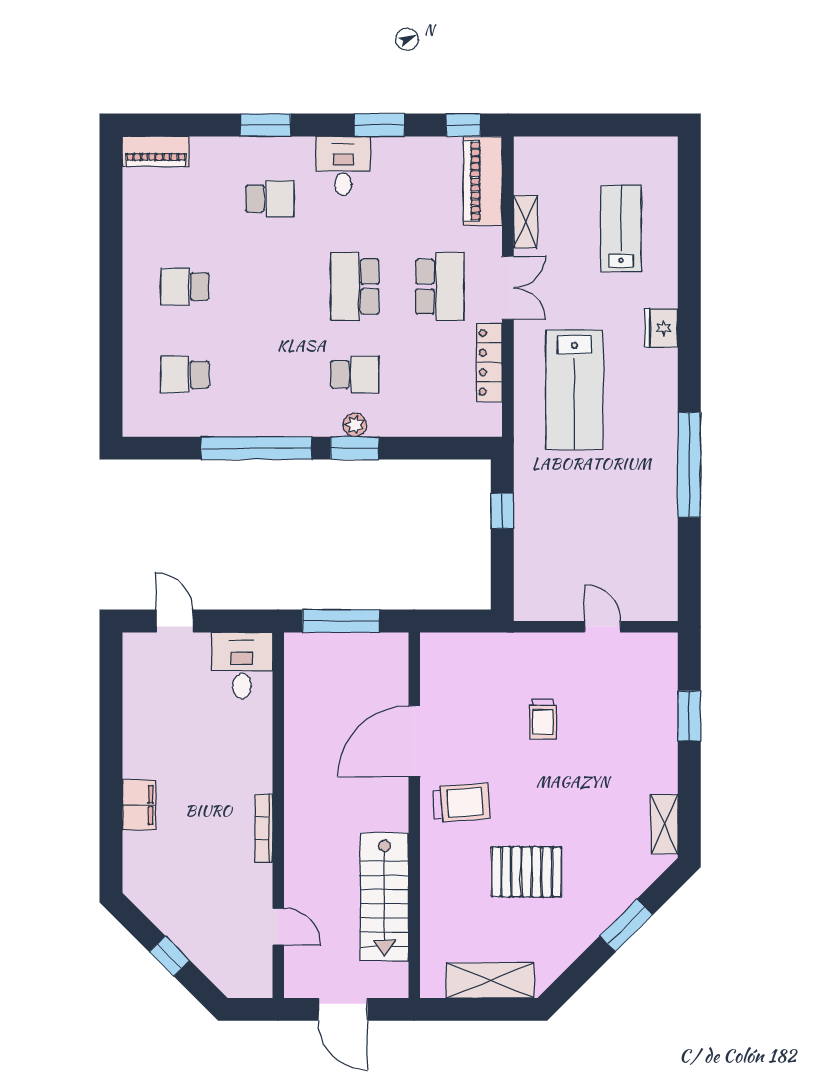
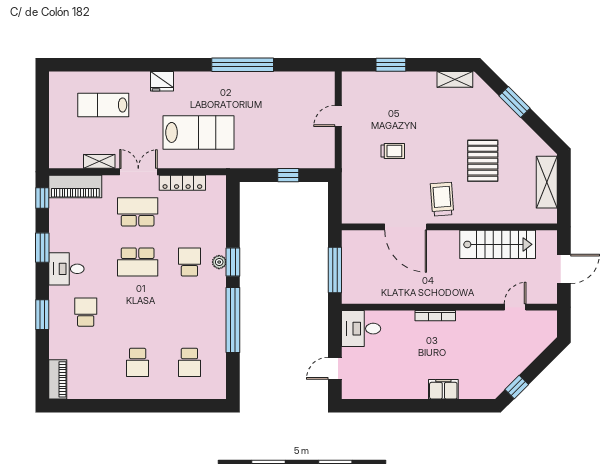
window: (502, 511) -> (288, 175), moved
bookcase: (264, 828) -> (435, 316), moved
window: (170, 956) -> (517, 387), moved

